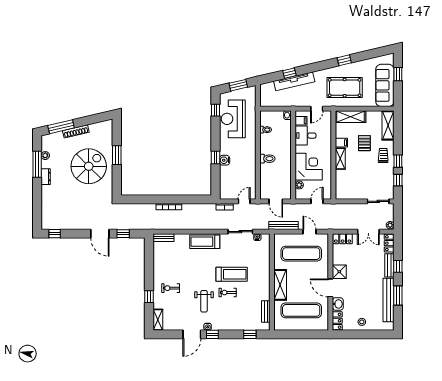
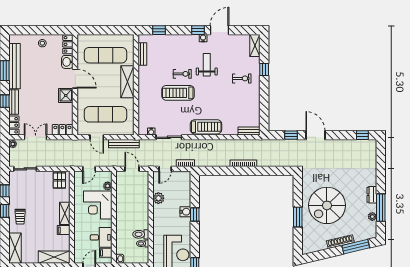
pallet: (364, 143) -> (59, 180), moved
toilet: (267, 159) -> (141, 234), moved
plant: (250, 173) -> (158, 198), added

